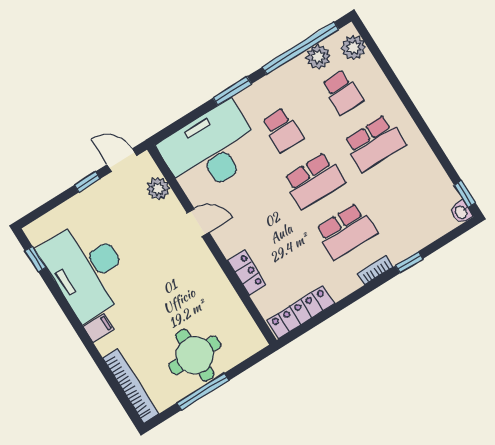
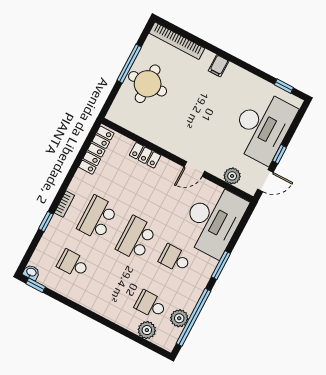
plant: (353, 47) -> (147, 330), moved
school desk: (374, 143) -> (73, 264), moved, width x0.54
desk: (87, 269) -> (263, 127), moved, turned 90

